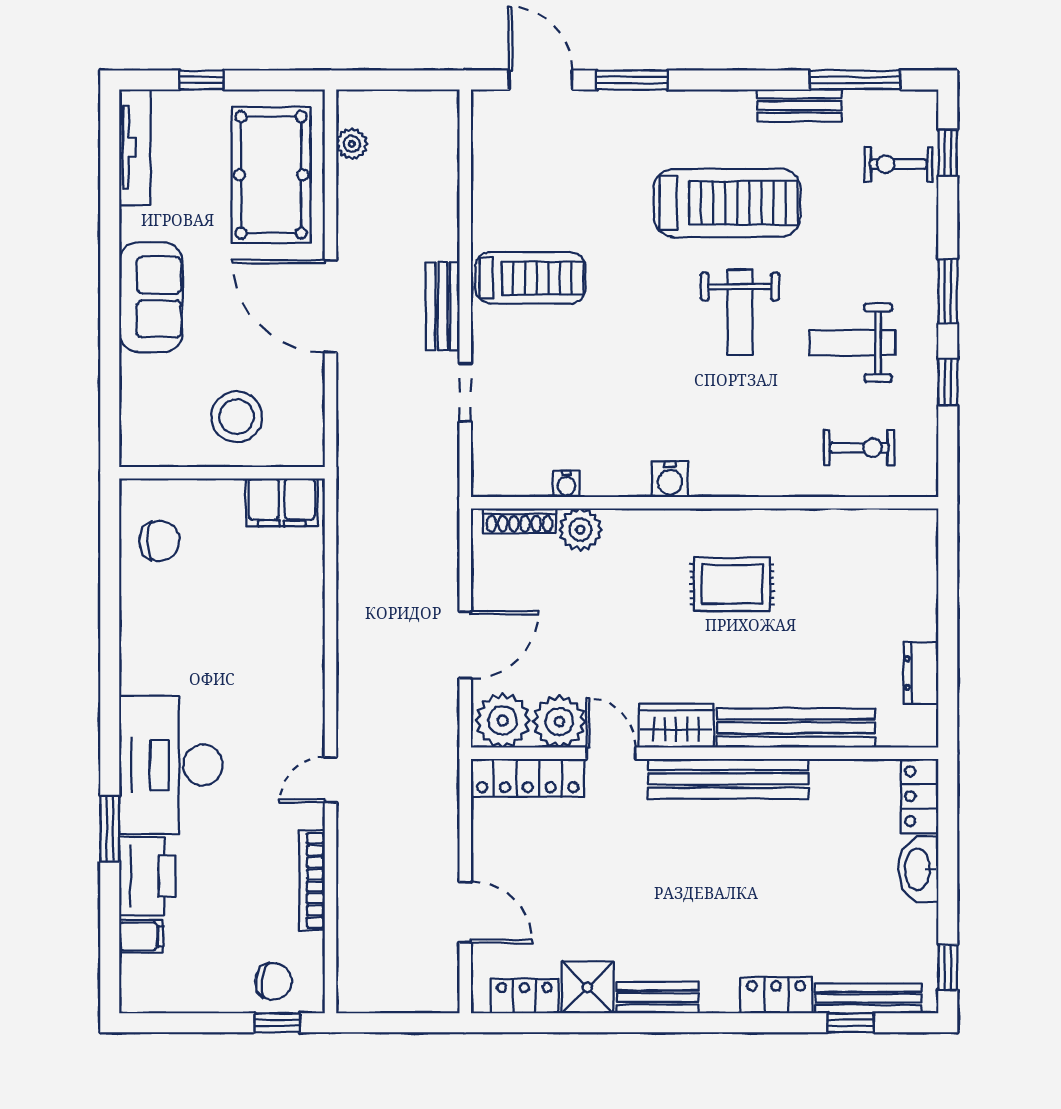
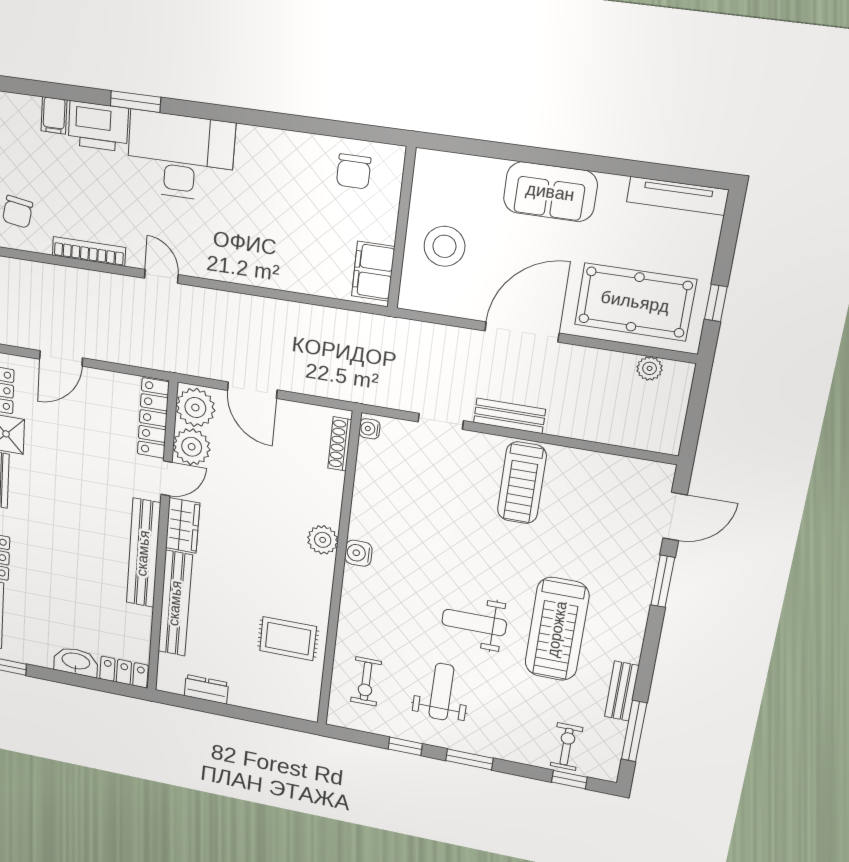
window: (202, 80) -> (716, 303), moved
water cooler: (566, 484) -> (369, 429), moved
plant: (580, 530) -> (323, 540), moved
rug: (732, 584) -> (288, 639), moved, turned 90

